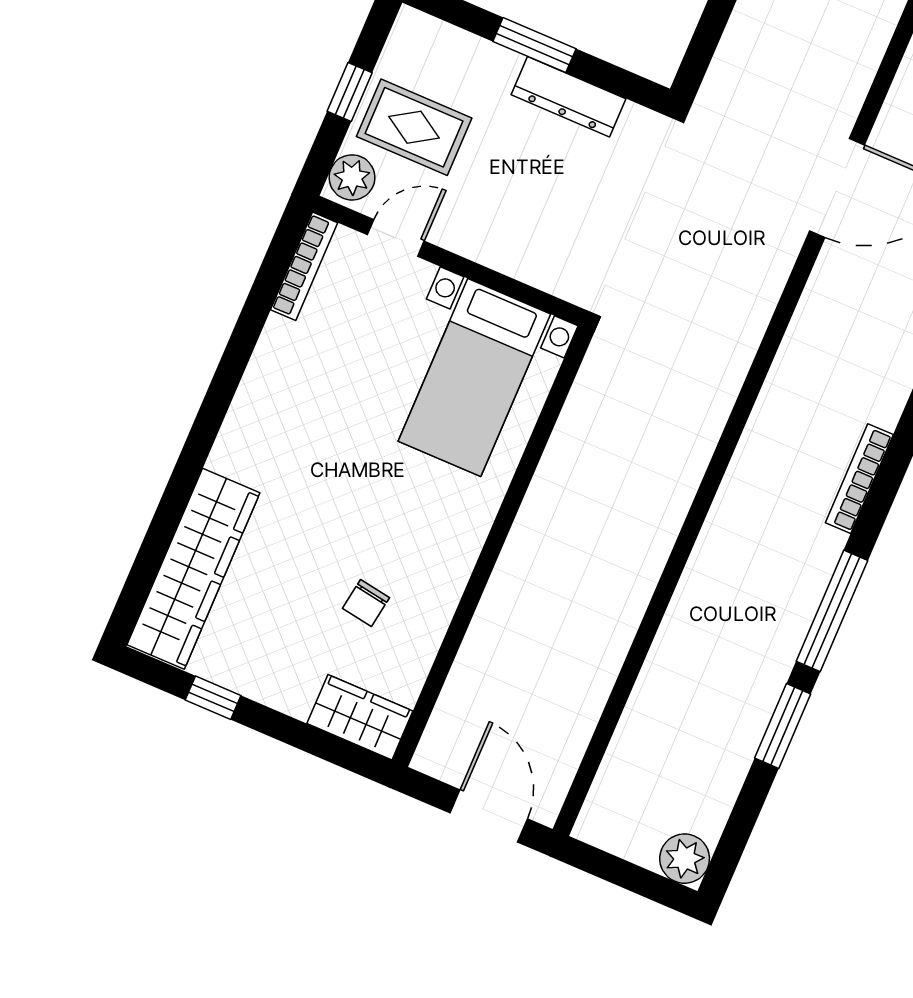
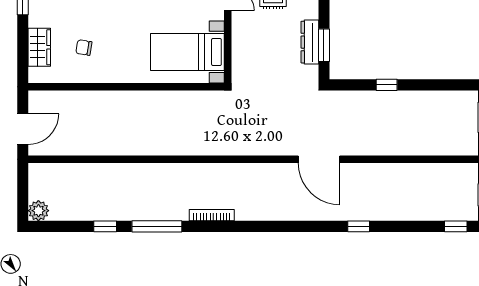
window: (534, 45) -> (324, 45), moved
wardrobe: (360, 717) -> (39, 47), moved
window: (783, 726) -> (105, 226), width x0.67

